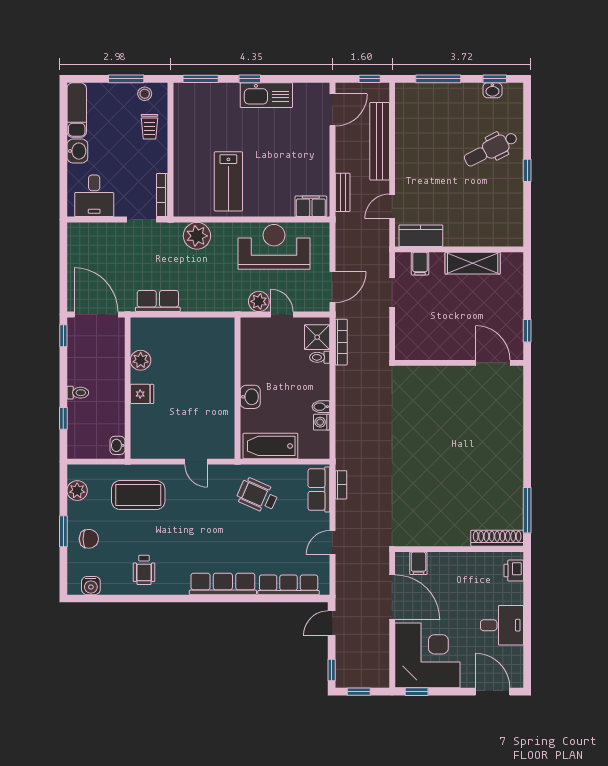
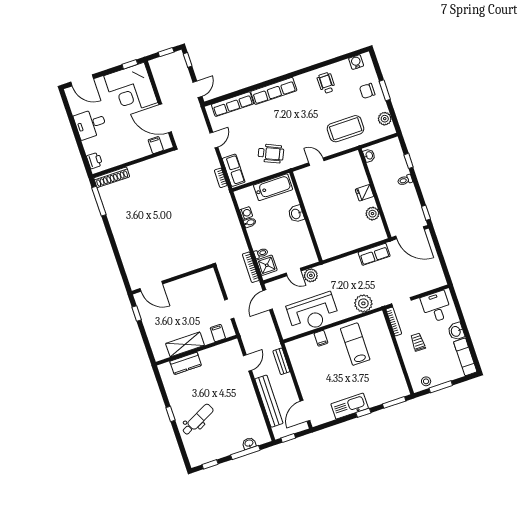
washbasin: (492, 90) -> (249, 443), moved
trolley: (150, 127) -> (418, 342), moved
filing cabinet: (311, 206) -> (321, 338), moved, width x0.50
kitchen counter: (421, 236) -> (186, 363), moved

